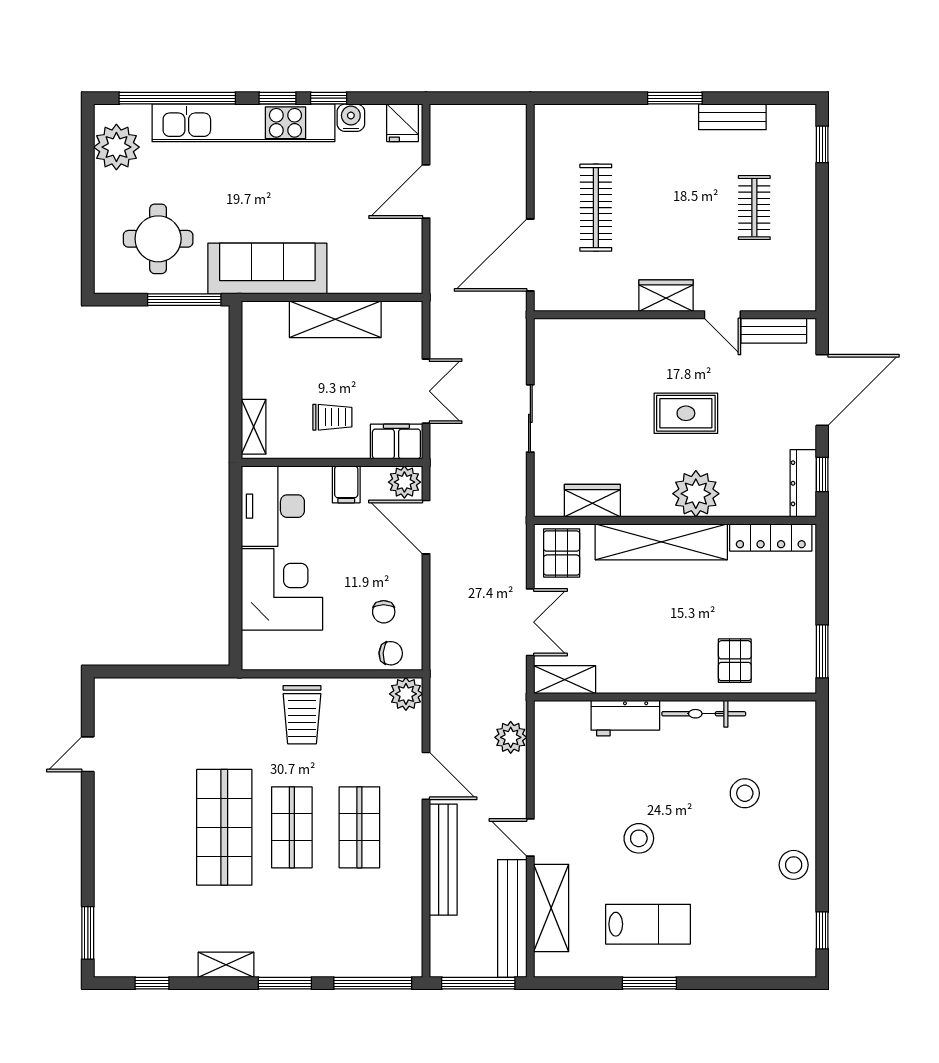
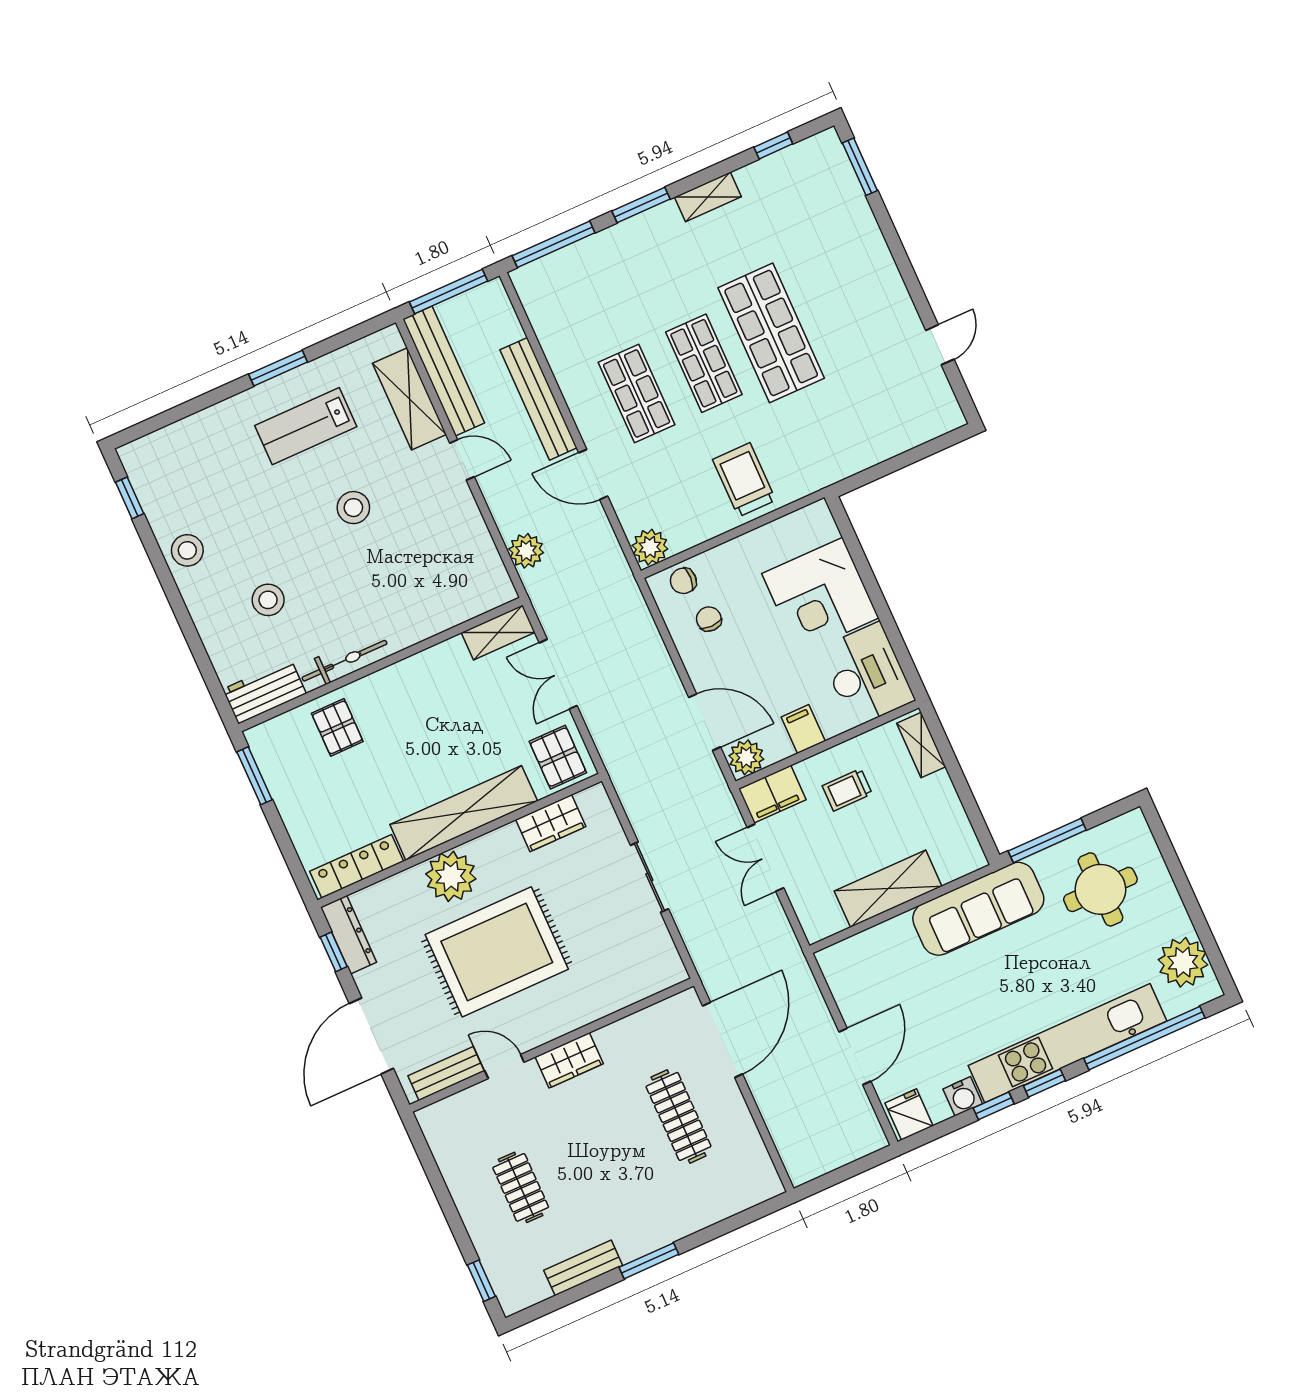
rug: (686, 413) -> (497, 952), width x1.86, depth x2.06
workbench: (625, 718) -> (264, 691), moved

